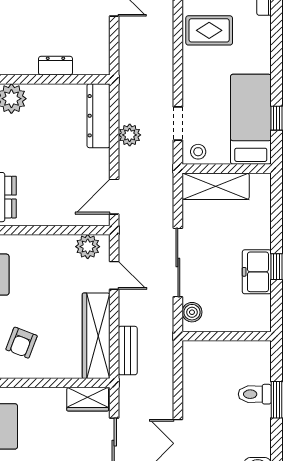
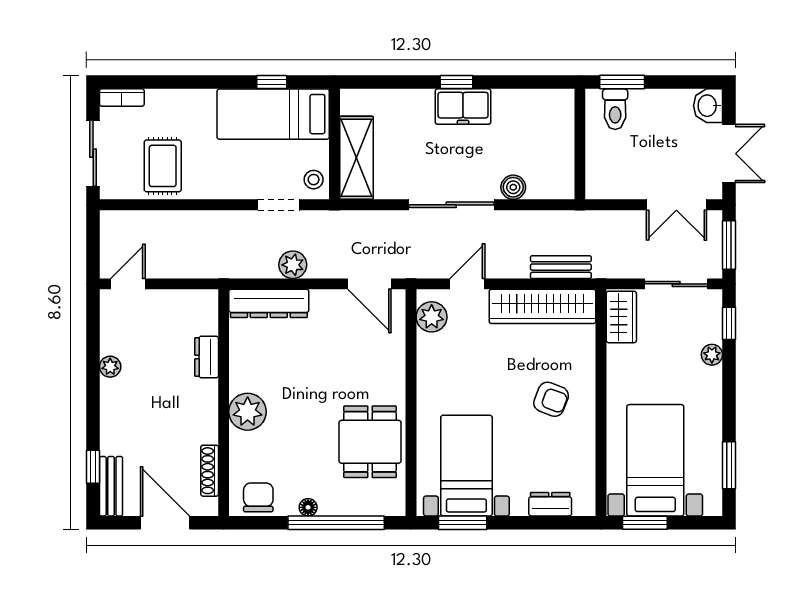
wall: (227, 336) -> (580, 144), moved

